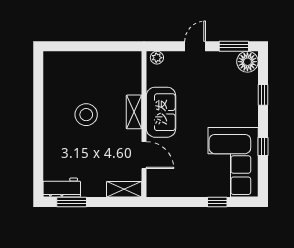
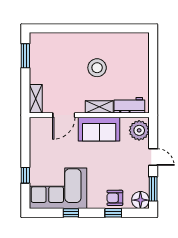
plant: (157, 58) -> (139, 130), width x1.88, depth x1.88
armchair: (245, 93) -> (115, 198), added
workbench: (62, 188) -> (129, 105), moved, turned -90

